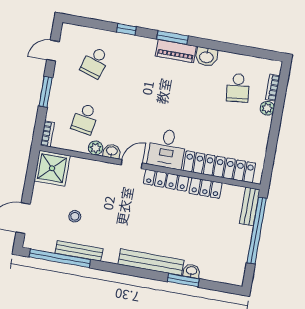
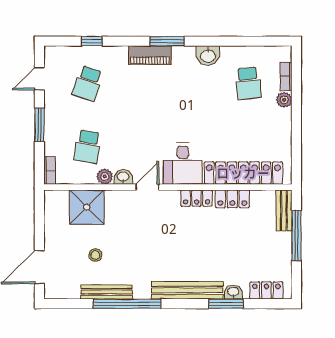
window: (126, 29) -> (92, 41), moved
piano: (176, 51) -> (150, 55), moved
shower: (52, 168) -> (87, 207), moved
locker: (166, 180) -> (197, 198), width x0.66
window: (257, 231) -> (296, 235), width x0.68
window: (60, 258) -> (127, 304), moved
locker: (221, 275) -> (266, 290), added

